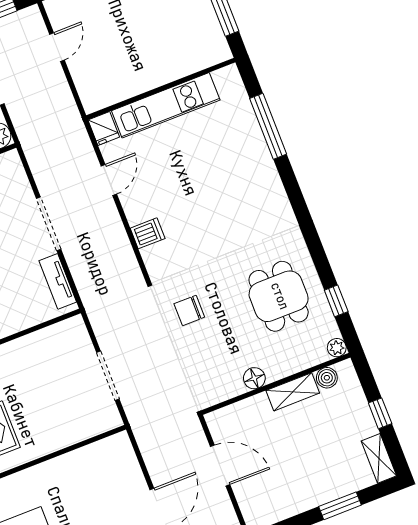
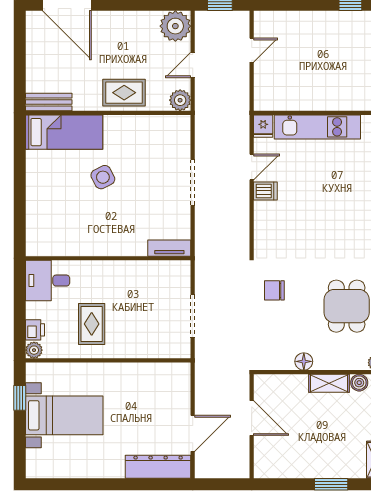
dishwasher: (148, 233) -> (265, 191), moved
tv unit: (58, 281) -> (169, 248), moved, turned 90

